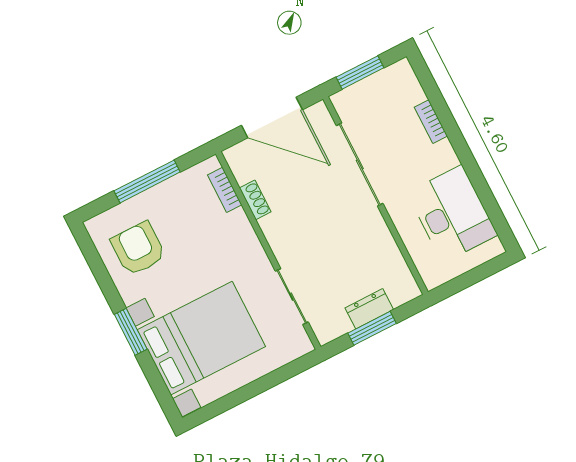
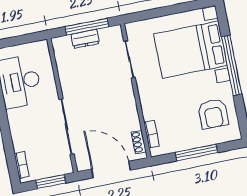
bookcase: (431, 122) -> (22, 165), moved
shoe rack: (255, 200) -> (139, 142), moved
window: (372, 328) -> (87, 27), width x1.44
window: (131, 332) -> (232, 65), width x2.11

